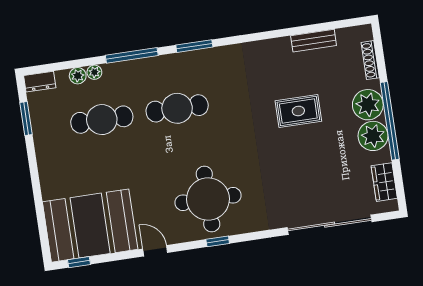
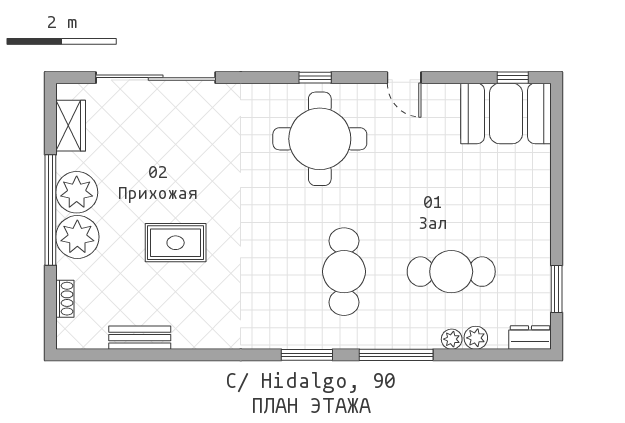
shoe rack: (370, 60) -> (65, 299), width x0.70
cafe table: (177, 108) -> (344, 272), turned 90
booth: (90, 226) -> (506, 113), width x0.73, depth x0.70

